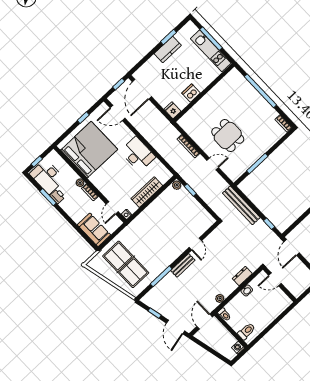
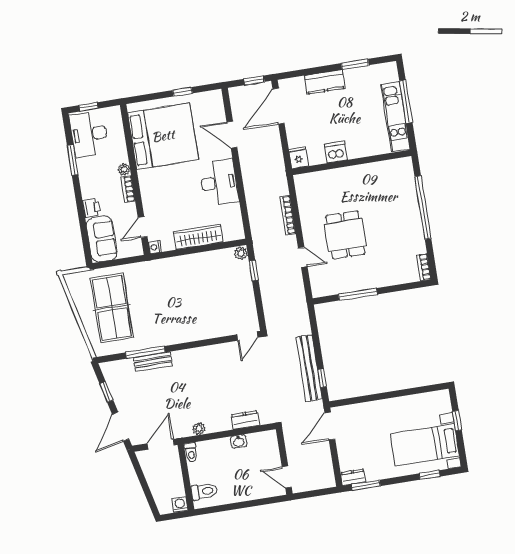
kitchen counter: (168, 49) -> (325, 82), moved
door: (118, 113) -> (232, 135), moved
printer: (57, 196) -> (92, 207), moved
bench: (241, 205) -> (309, 368), moved
door: (195, 244) -> (247, 336), moved
bench: (183, 265) -> (153, 362), moved
door: (275, 279) -> (287, 477), moved

